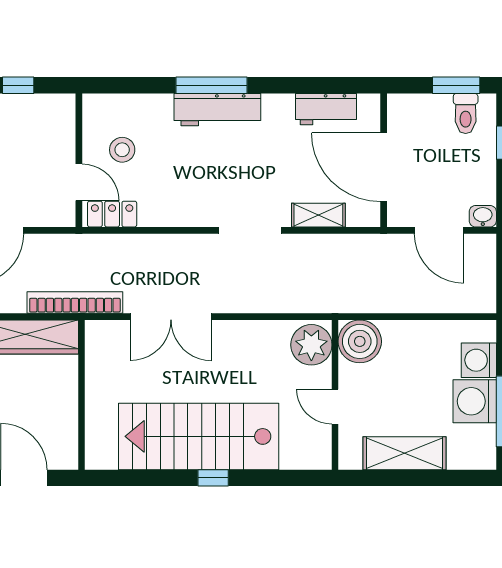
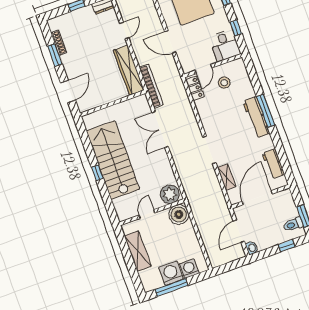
desk: (46, 121) -> (225, 45), added

